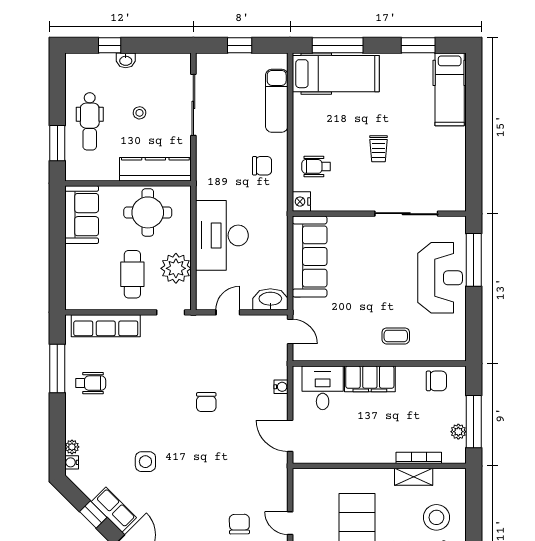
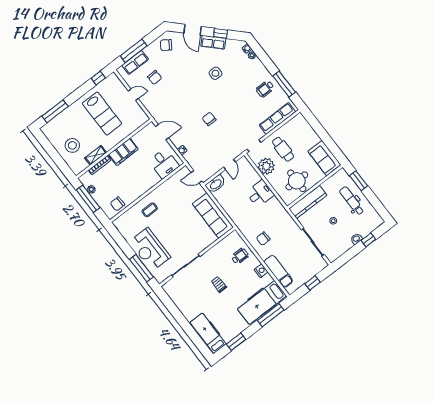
nightstand: (301, 202) -> (261, 271), moved
desk: (222, 235) -> (260, 193), width x0.53, depth x0.77
filing cabinet: (370, 379) -> (123, 152), moved, turned 180

